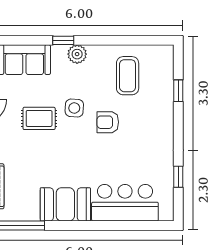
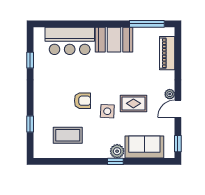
plant: (77, 54) -> (117, 151), moved
coffee table: (128, 76) -> (68, 135), turned 90

